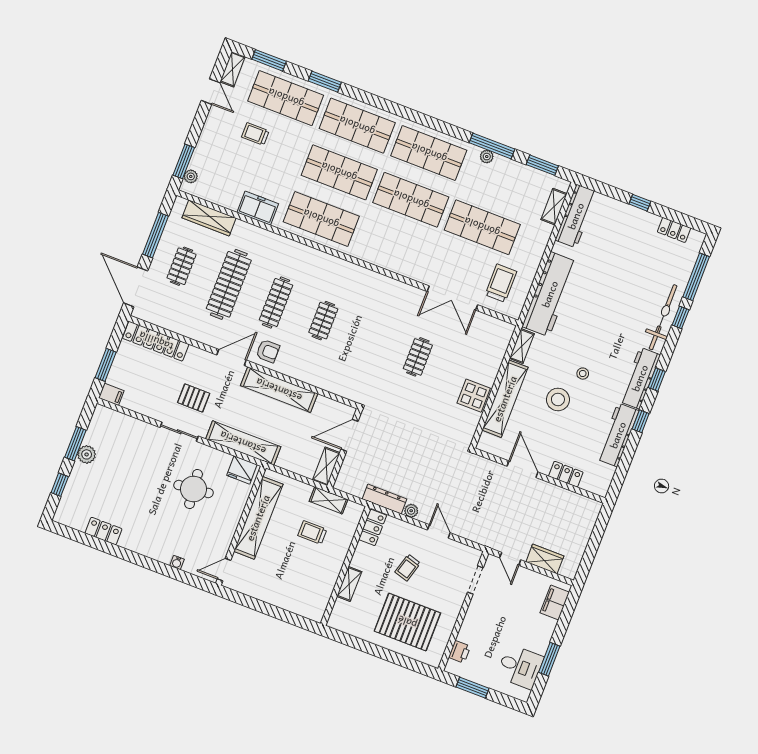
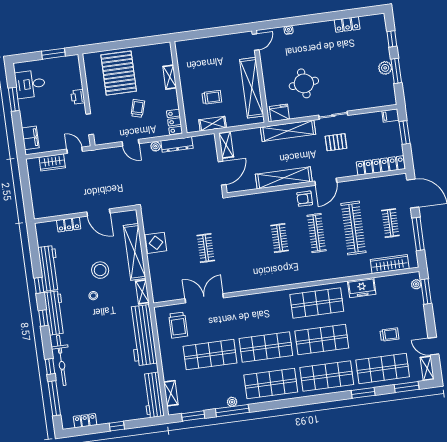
pallet: (407, 622) -> (119, 73), turned 90
printer: (460, 652) -> (78, 97), moved

